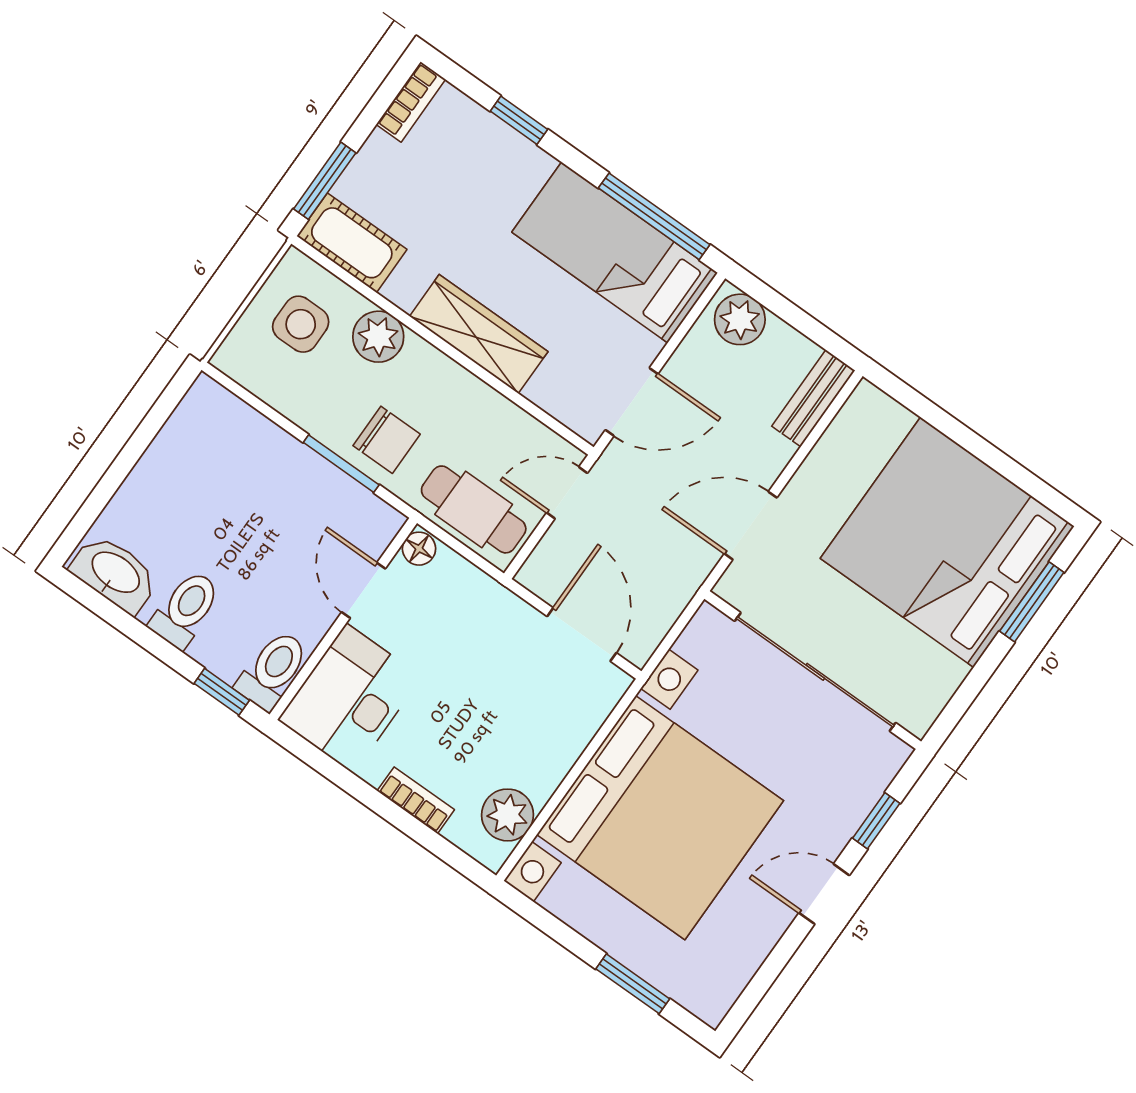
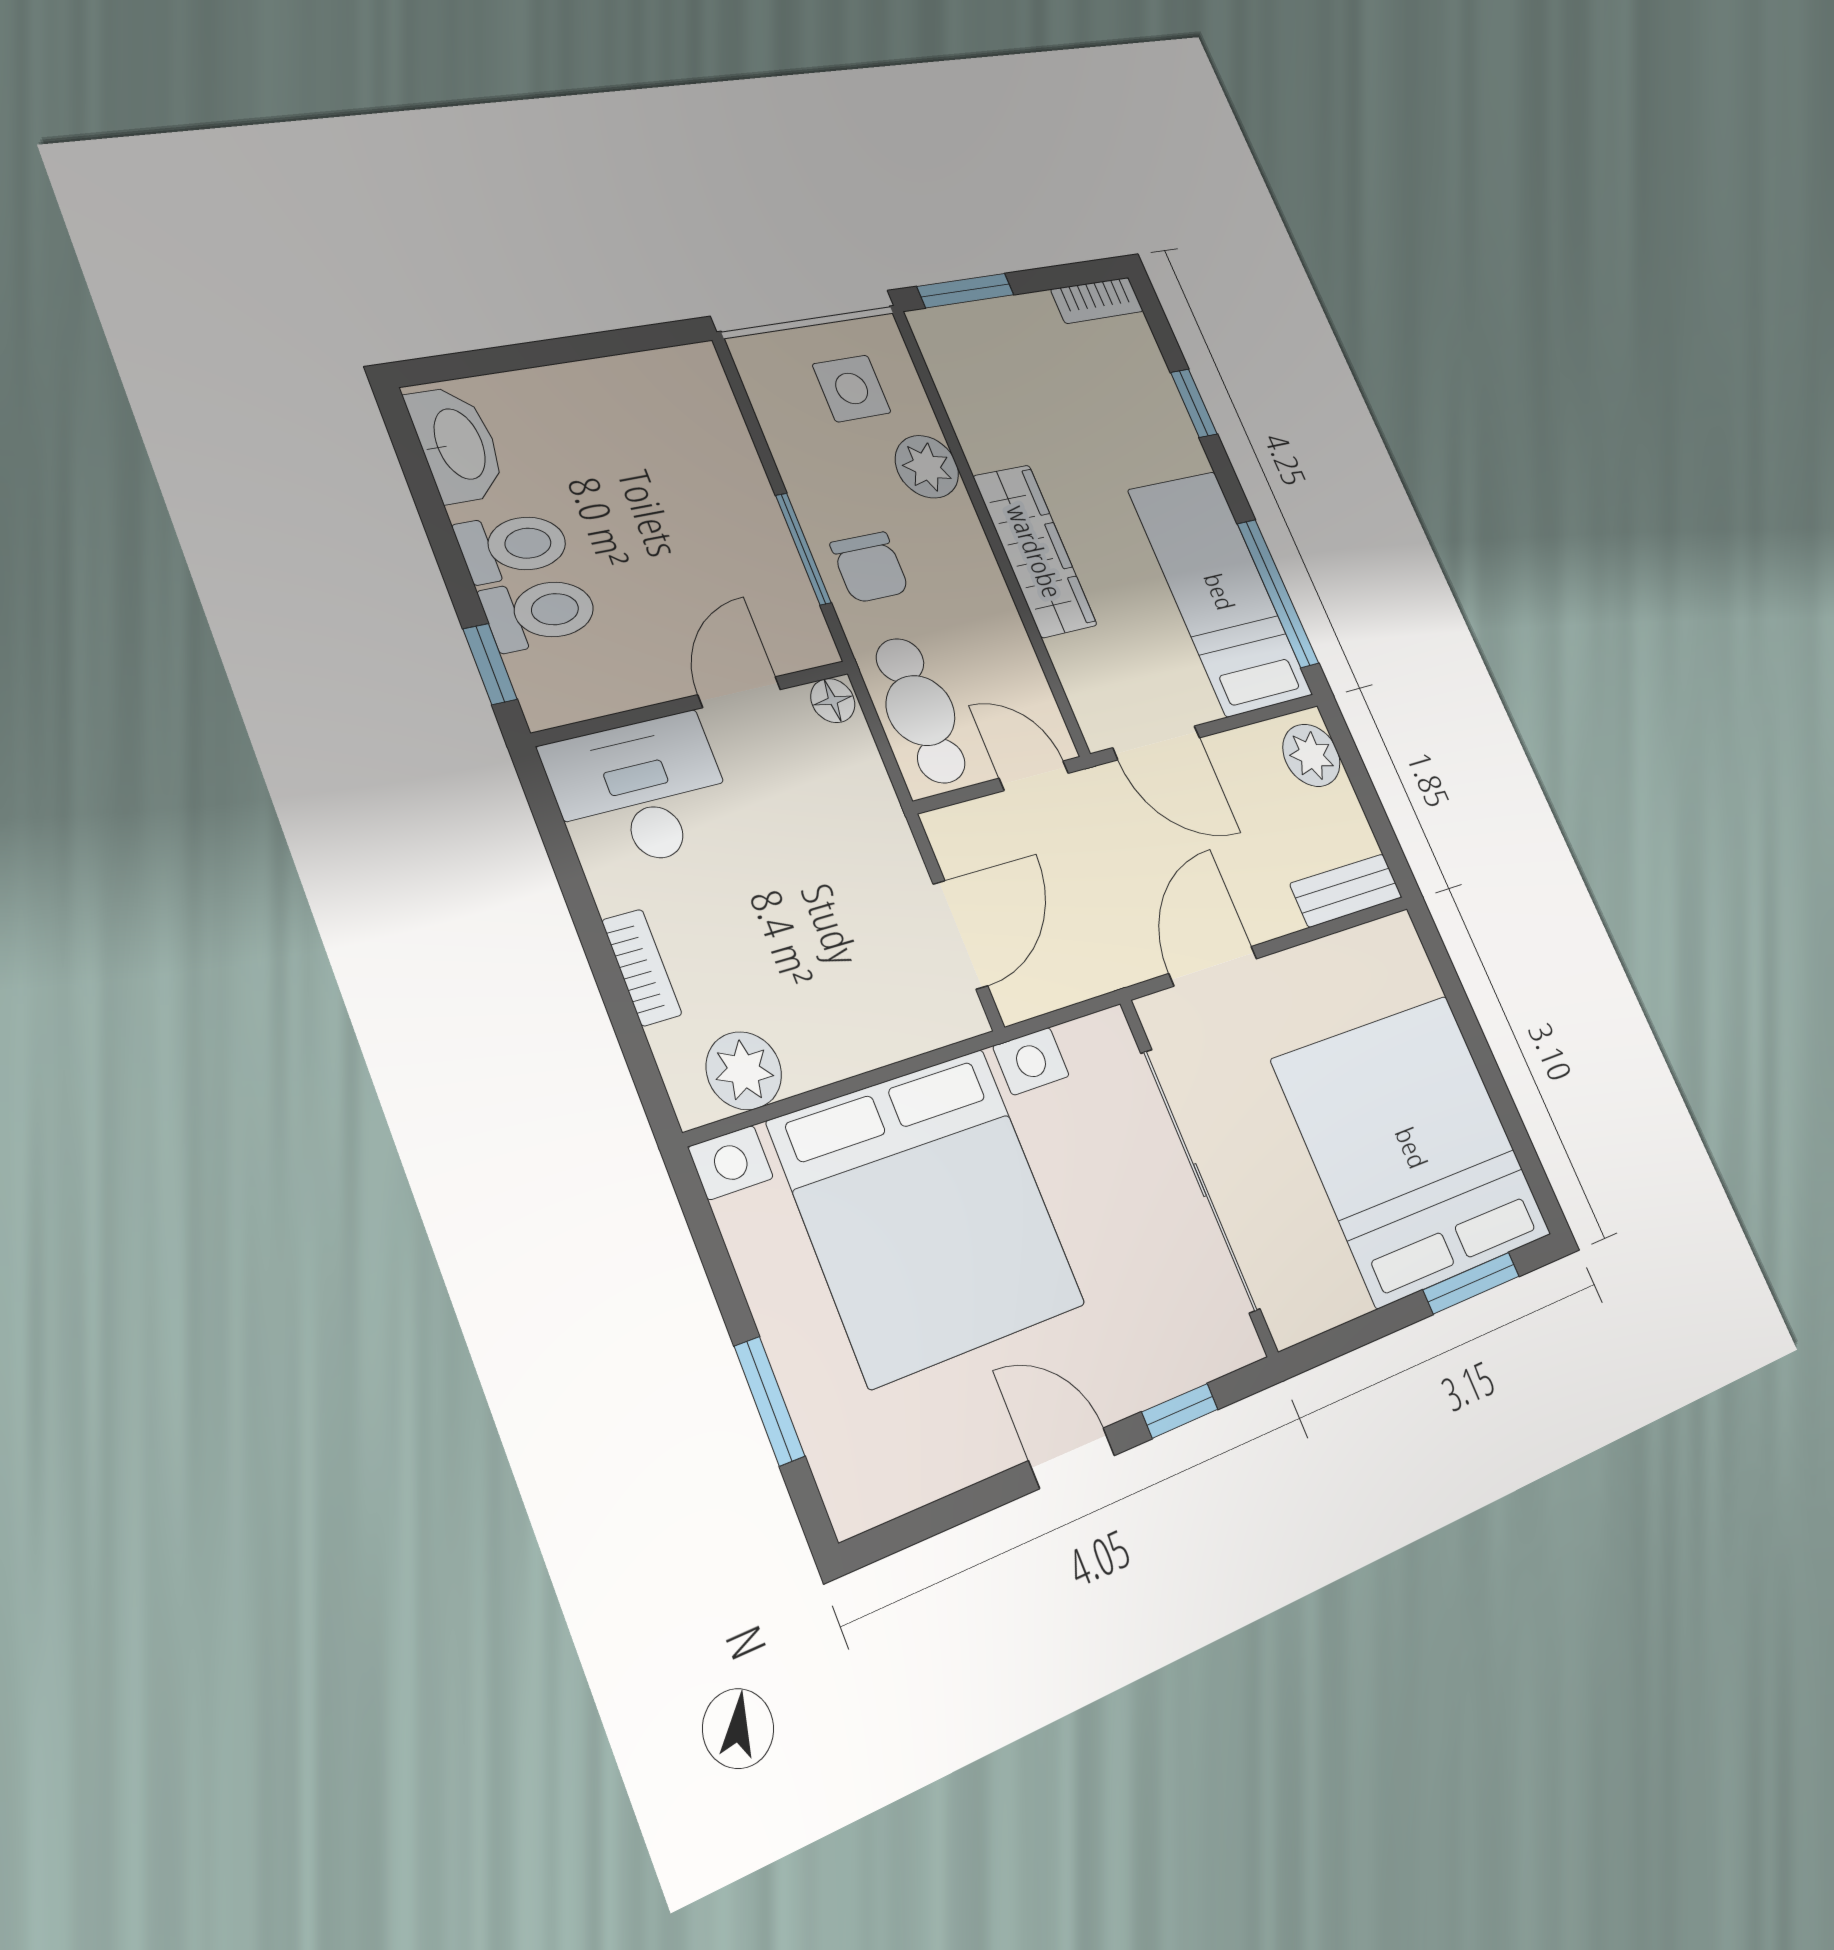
cot: (352, 243) -> (957, 364), removed
door: (751, 526) -> (1213, 966), hinge flipped
toilet: (273, 670) -> (541, 612), moved

